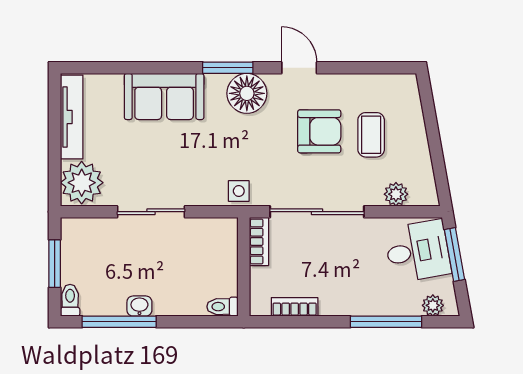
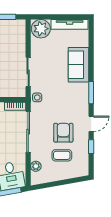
window: (351, 68) -> (91, 147), added
floor lamp: (247, 93) -> (80, 101), removed
armchair: (319, 131) -> (63, 133), turned 180
sliding door: (151, 212) -> (28, 72), moved

